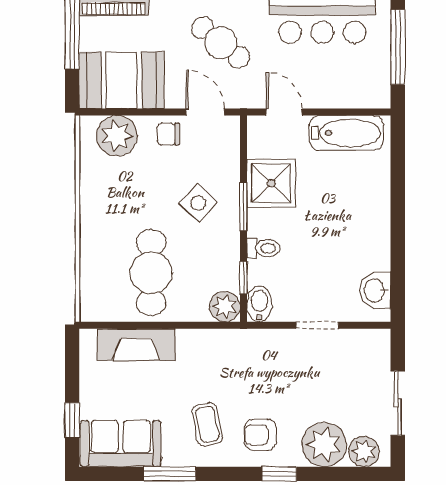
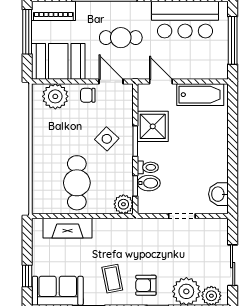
cafe table: (221, 43) -> (121, 38), turned -39
bidet: (259, 304) -> (149, 183), moved, turned 90

